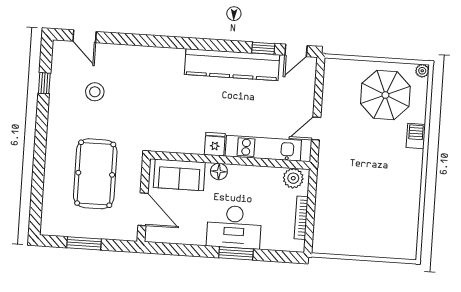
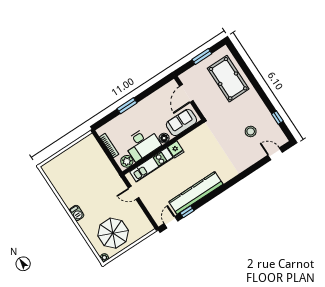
door: (316, 129) -> (134, 193), swing flipped
barbecue: (416, 136) -> (77, 213), moved
pool table: (95, 174) -> (228, 79), moved
door: (143, 209) -> (186, 93), hinge flipped
desk: (234, 227) -> (142, 144), moved, turned 180

